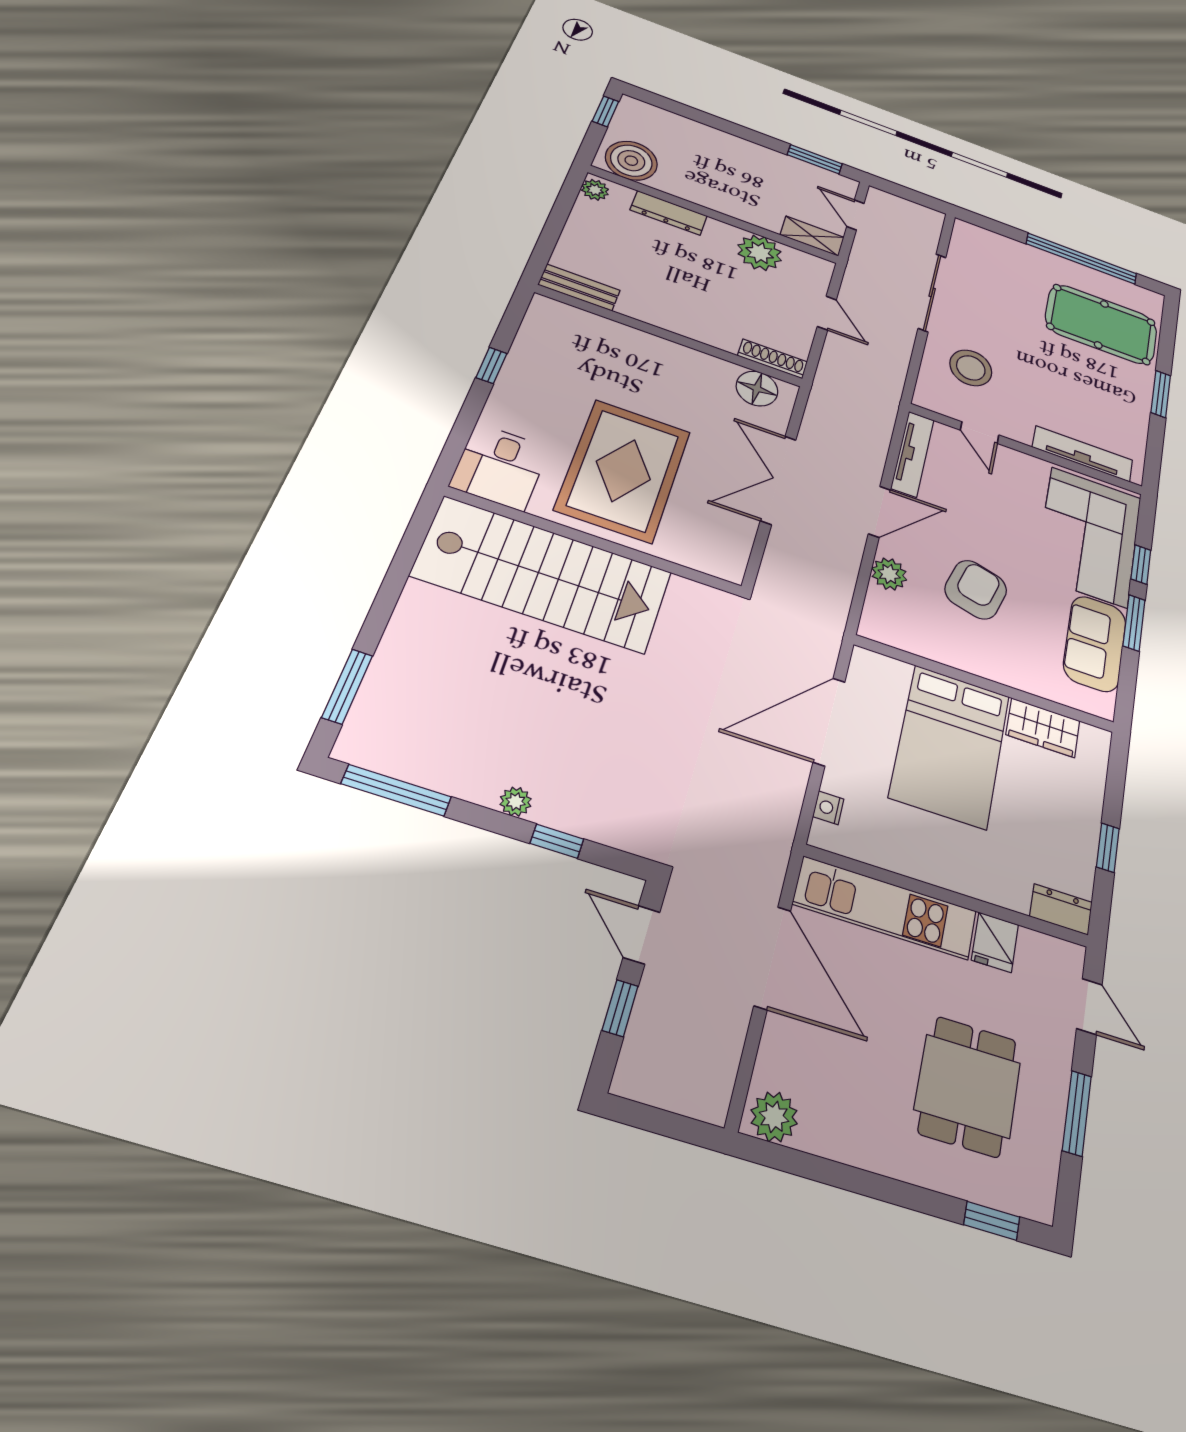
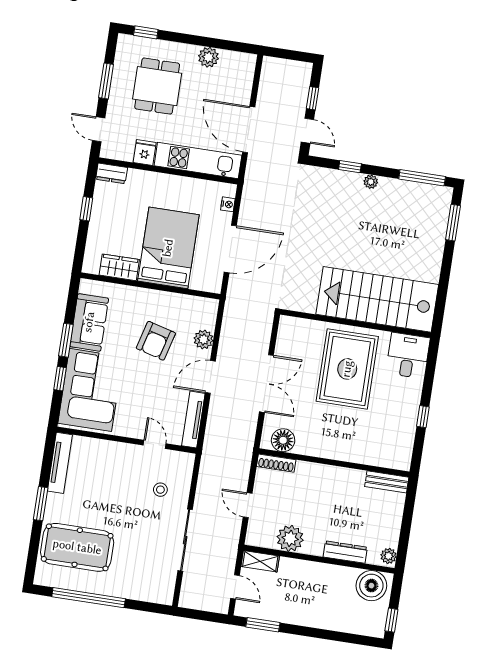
stool: (971, 368) -> (160, 490), width x0.53, depth x0.53
tv unit: (1083, 454) -> (60, 463), moved, turned -90
plant: (774, 1117) -> (208, 57), moved

